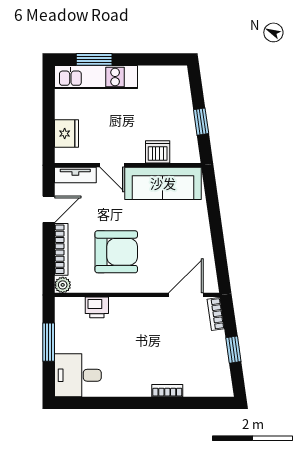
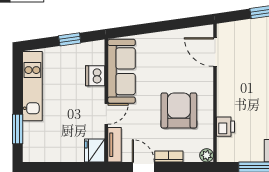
kitchen unit: (96, 77) -> (32, 86), moved
fridge: (67, 134) -> (95, 151), moved, turned -90
bookcase: (61, 249) -> (169, 157), width x0.64
bookcase: (216, 314) -> (231, 27), removed

